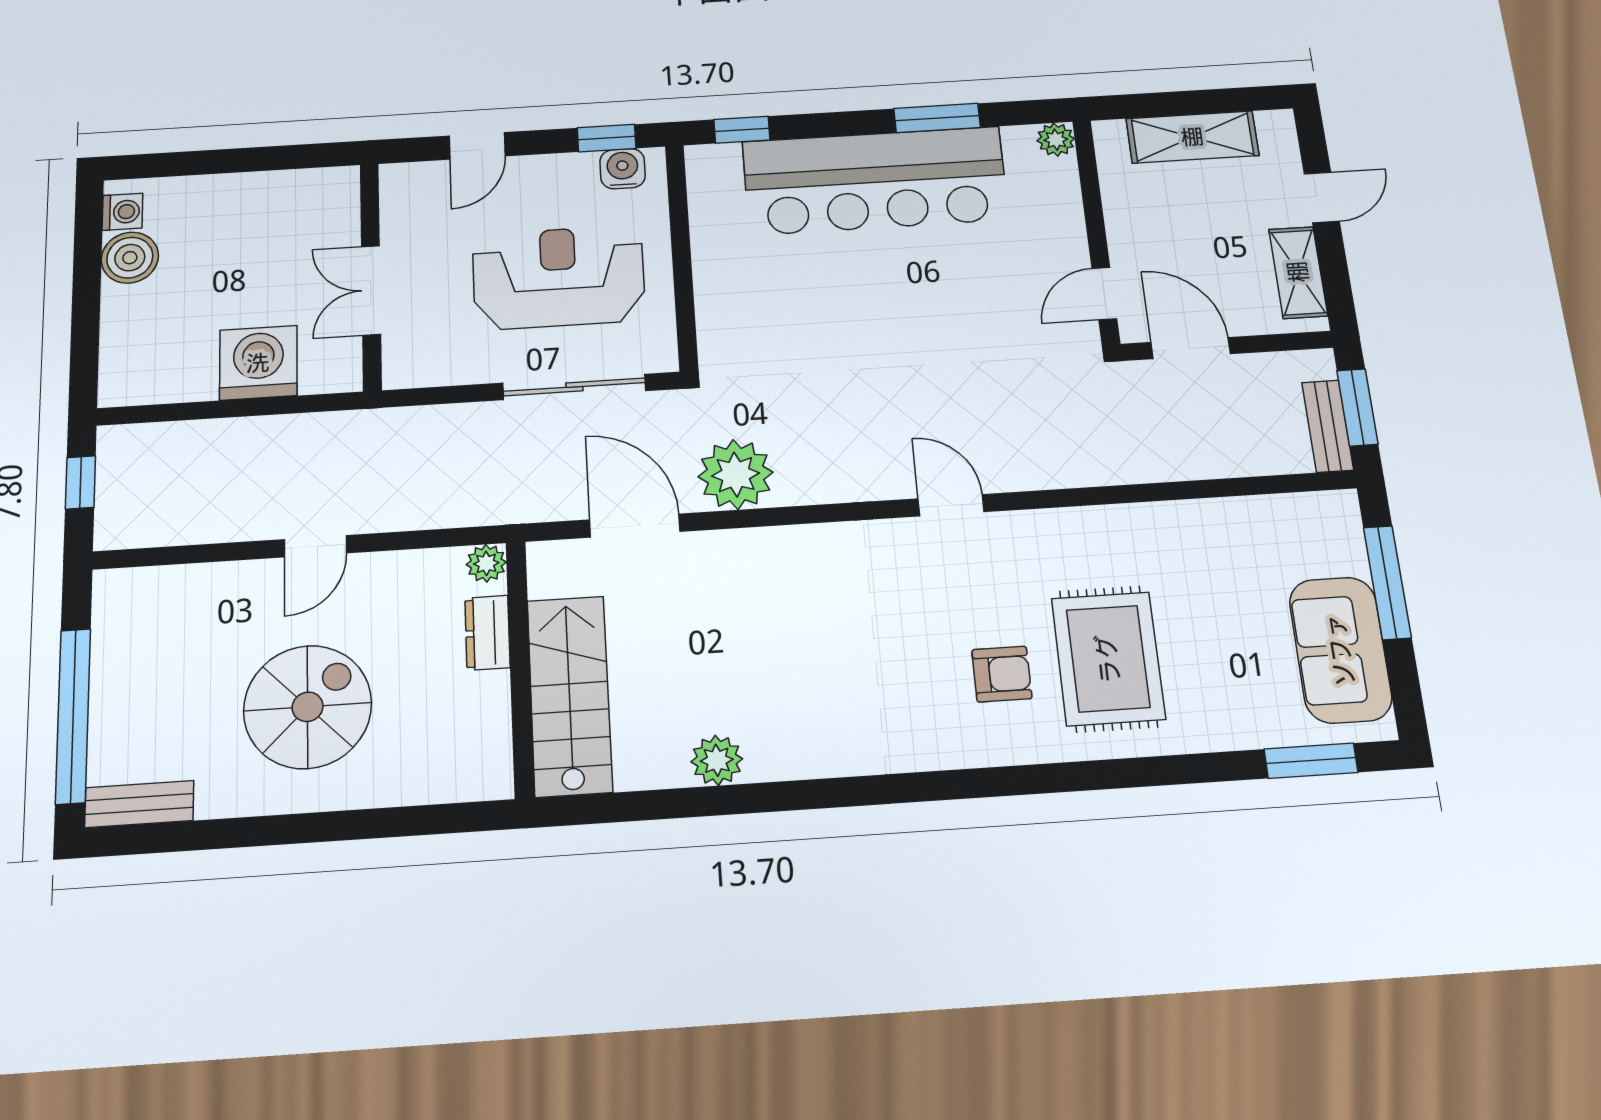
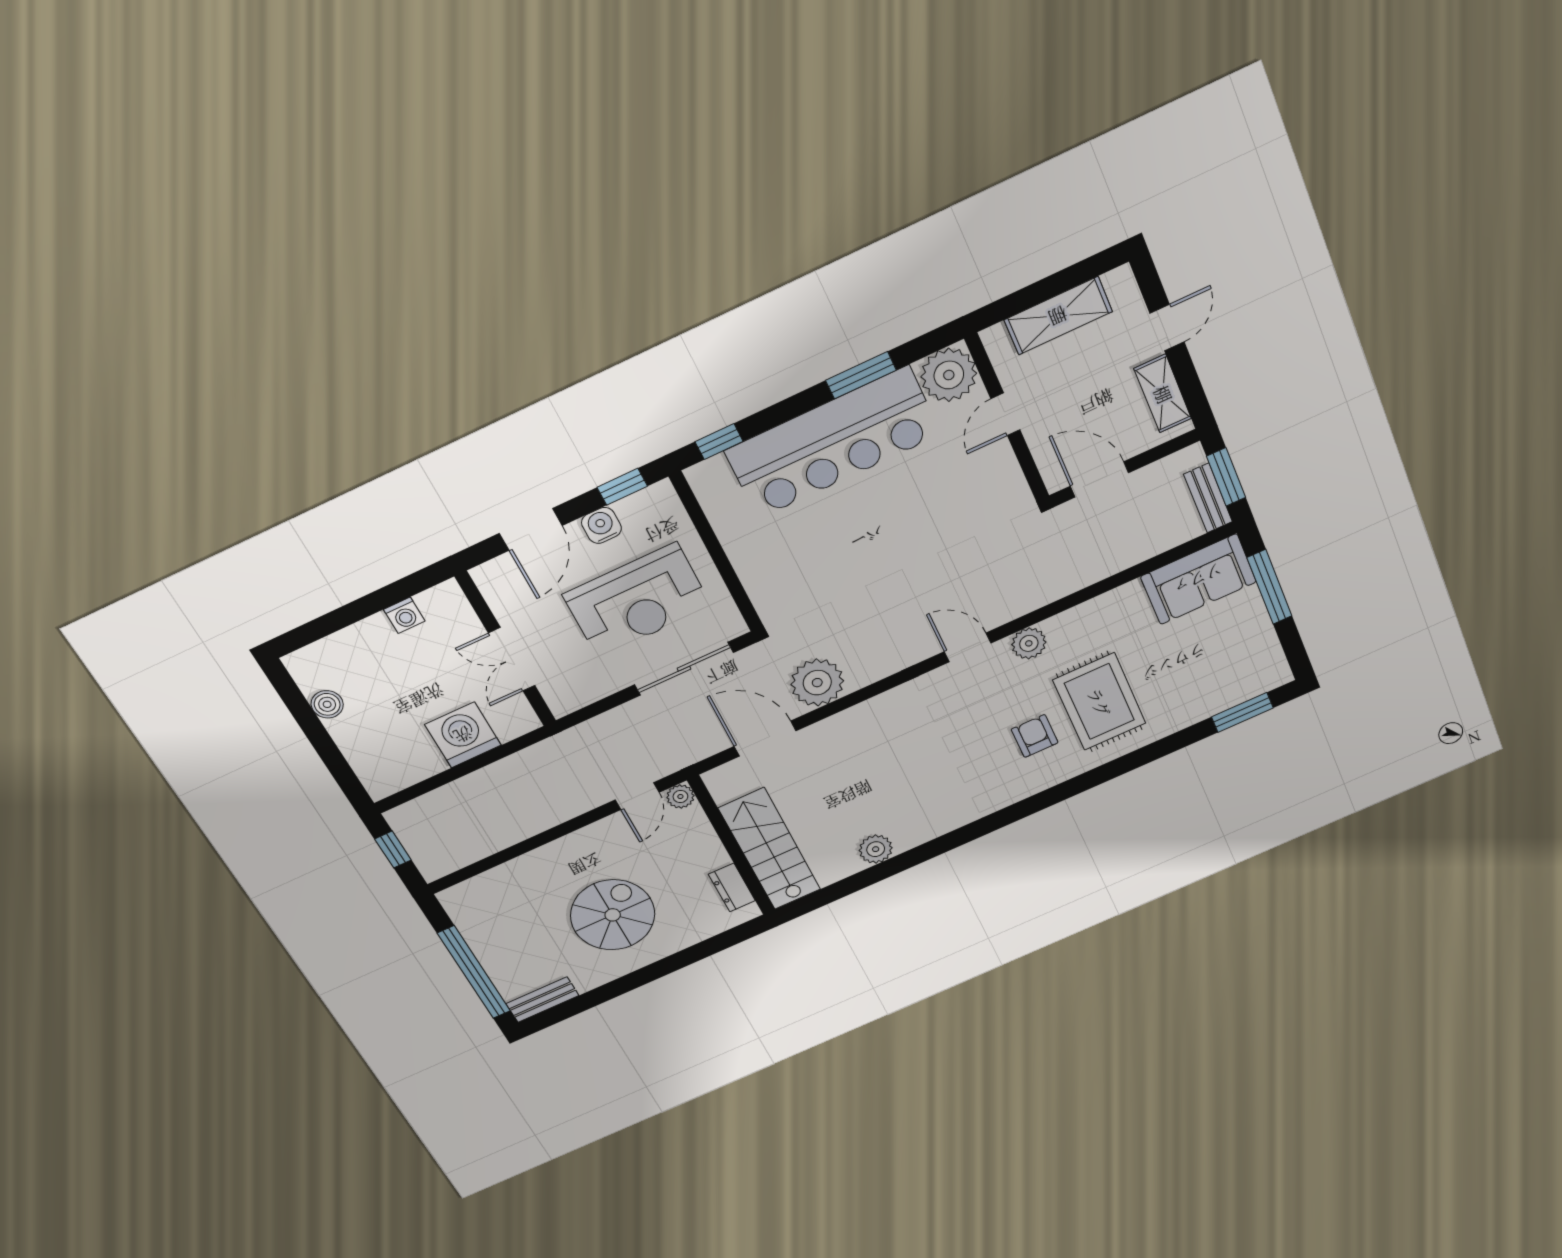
plant: (1056, 140) -> (949, 375), width x1.88, depth x1.88
door: (477, 146) -> (531, 529), width x1.38
water cooler: (623, 169) -> (601, 525), moved
washing machine: (122, 212) -> (404, 615), moved, turned 90
boiler: (130, 258) -> (327, 704), width x0.73, depth x0.73
reception desk: (559, 277) -> (637, 600), turned 180
door: (1104, 294) -> (1005, 414), moved
plant: (1035, 532) -> (1029, 643), added
door: (315, 546) -> (637, 796), moved
dresser: (487, 633) -> (732, 887), moved
sofa: (1340, 650) -> (1198, 579), moved, turned -90
armchair: (1002, 674) -> (1035, 736), turned -90

